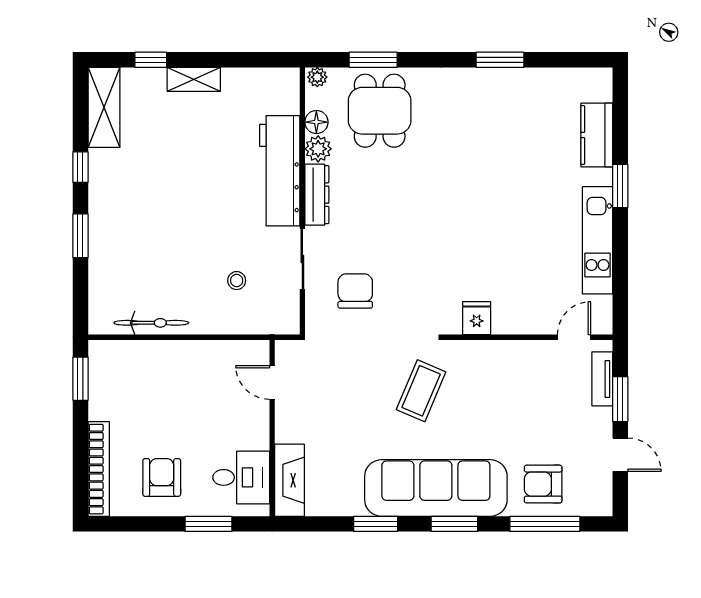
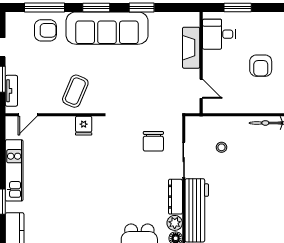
coffee table: (421, 391) -> (75, 91), moved
armchair: (162, 477) -> (261, 66), moved
fireplace: (289, 480) -> (191, 48), moved

